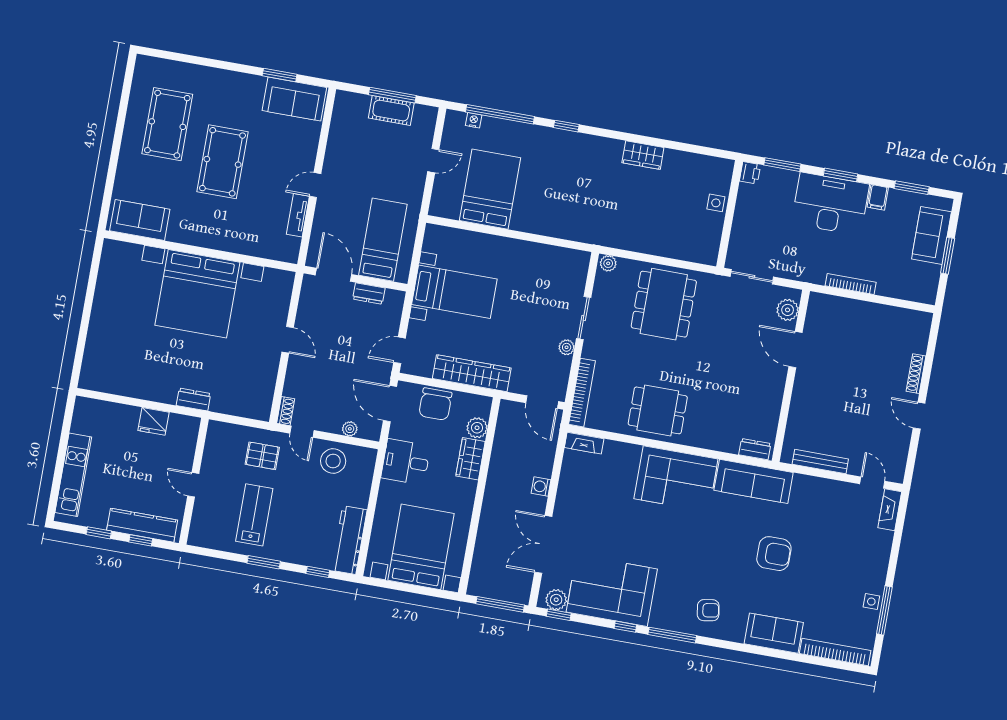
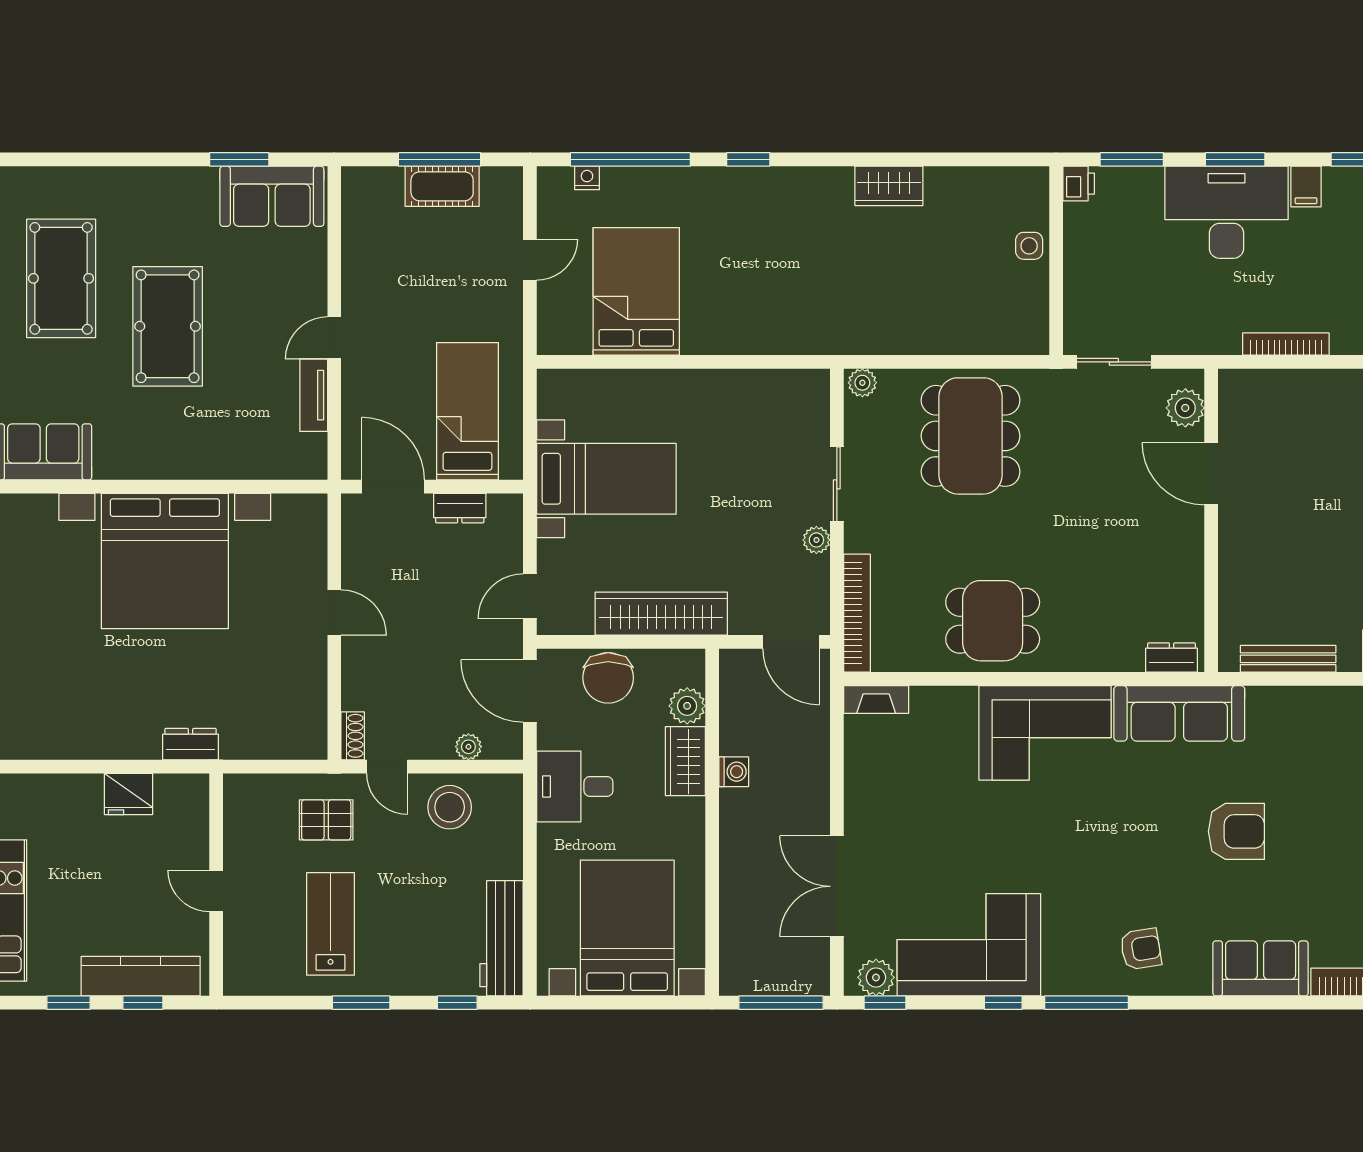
washing machine: (541, 487) -> (734, 772), moved, turned 180

